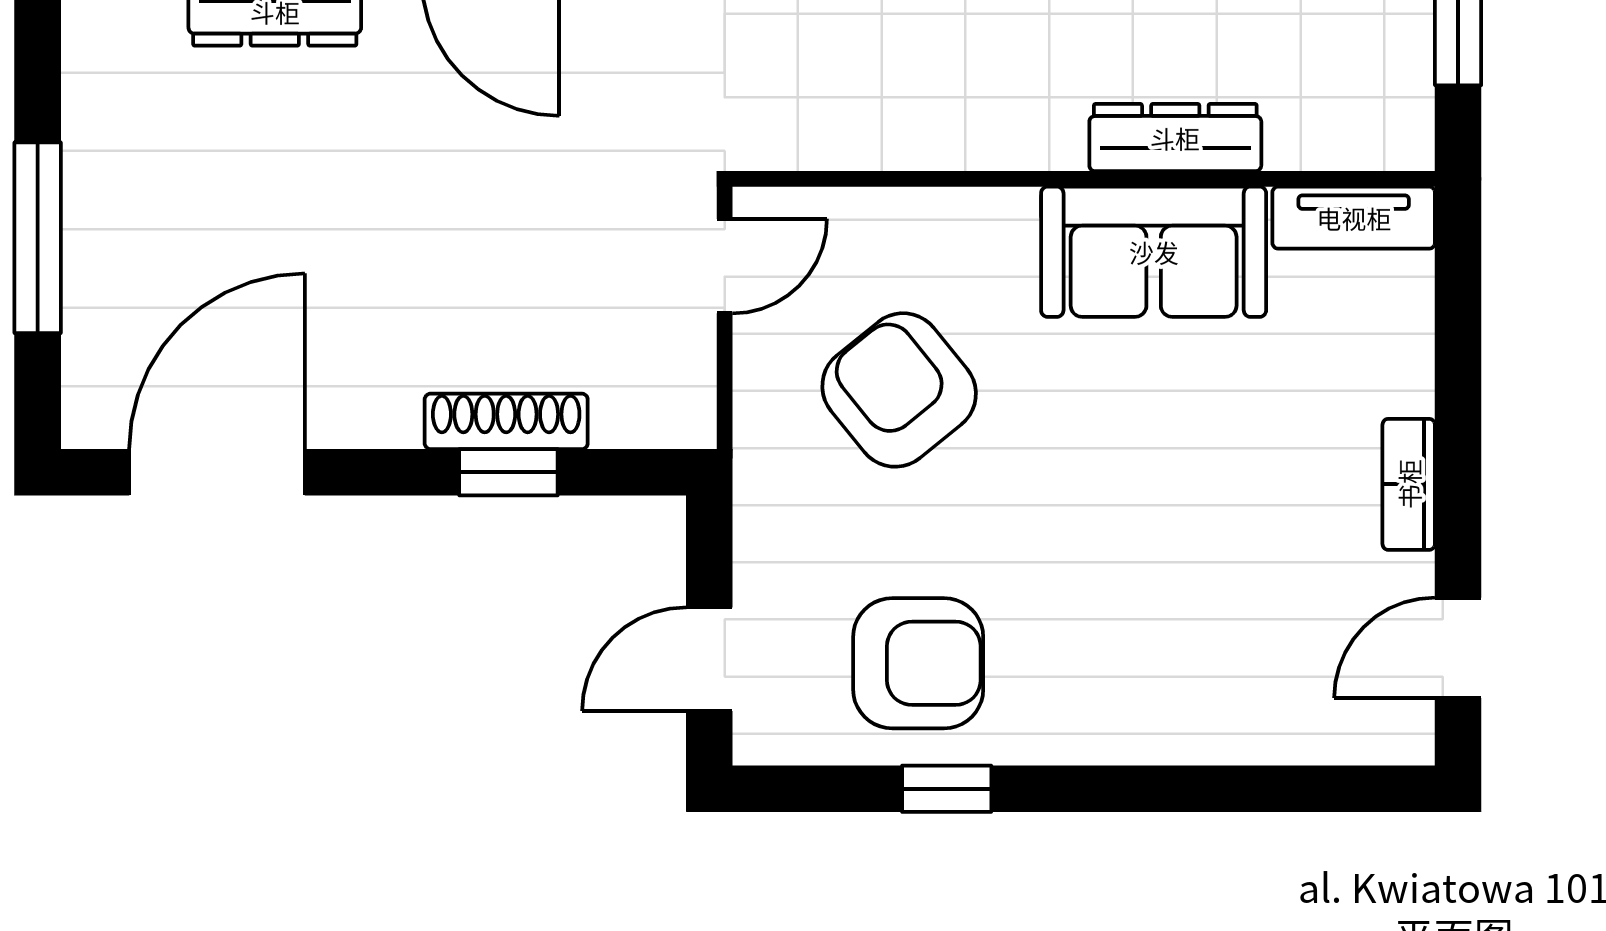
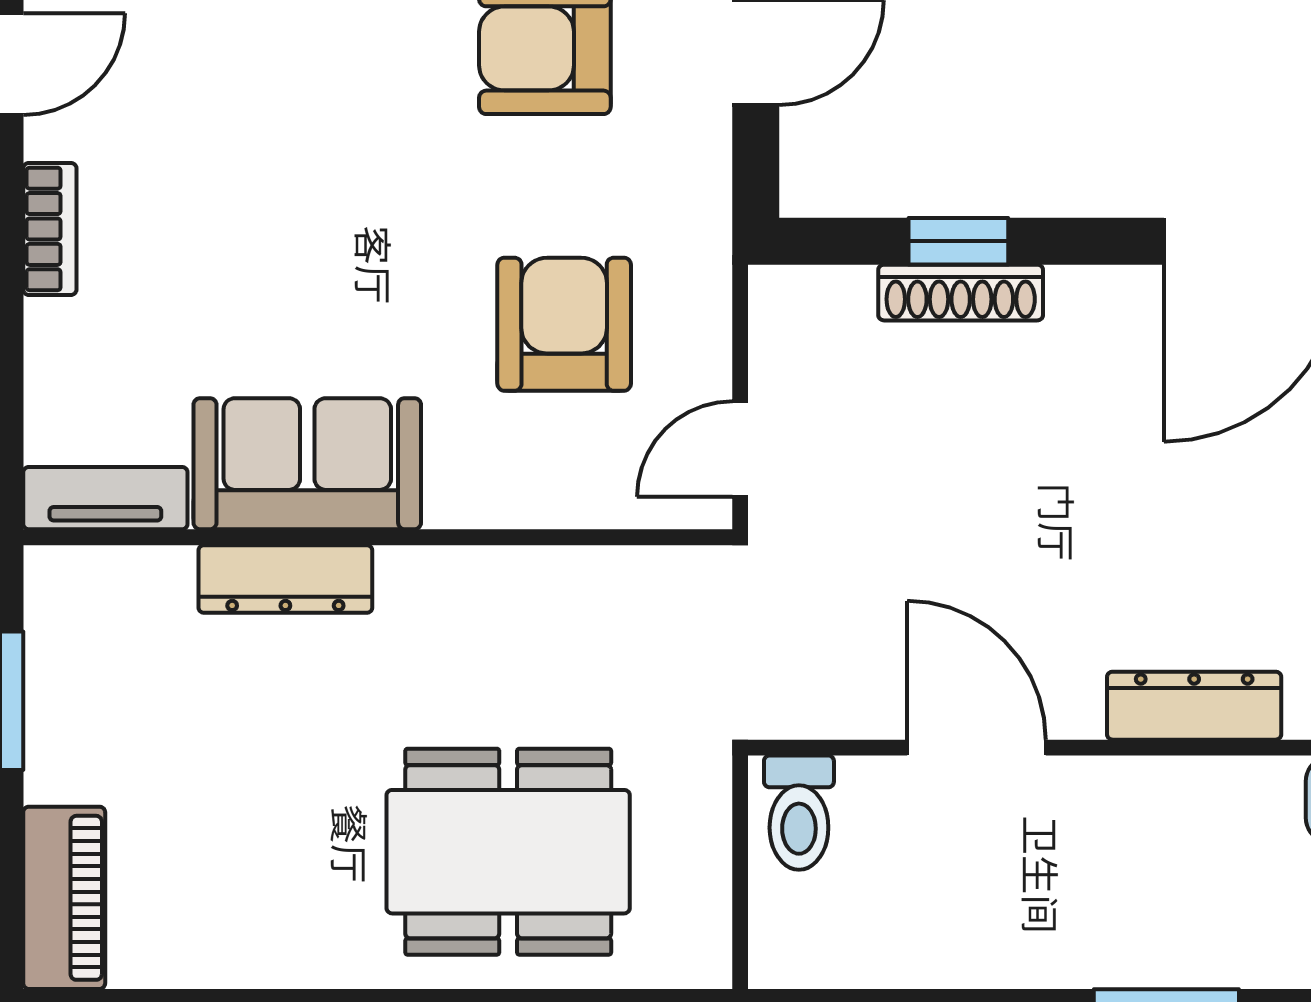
armchair: (899, 390) -> (564, 324), turned -141

